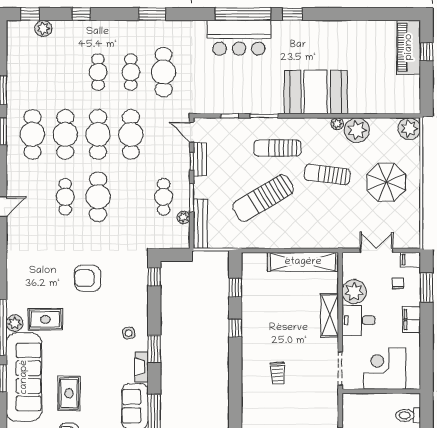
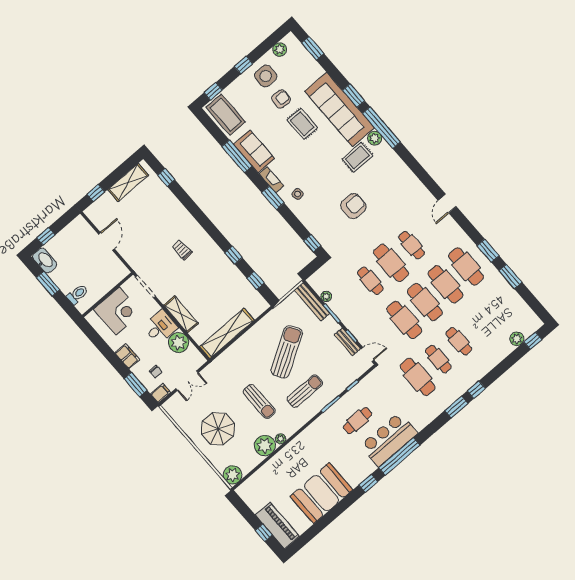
window: (81, 14) -> (476, 390), moved
cafe table: (253, 80) -> (358, 421), added
booth: (316, 92) -> (321, 493), moved
sun lounger: (327, 174) -> (259, 402), turned 83
cafe table: (164, 197) -> (370, 281), moved

